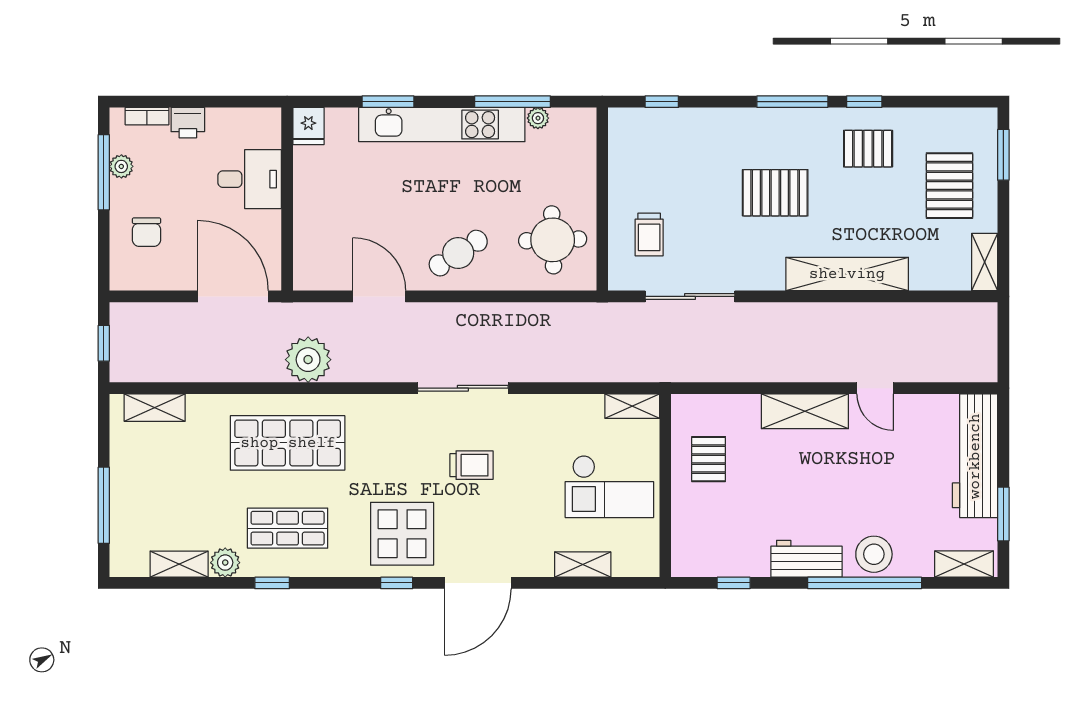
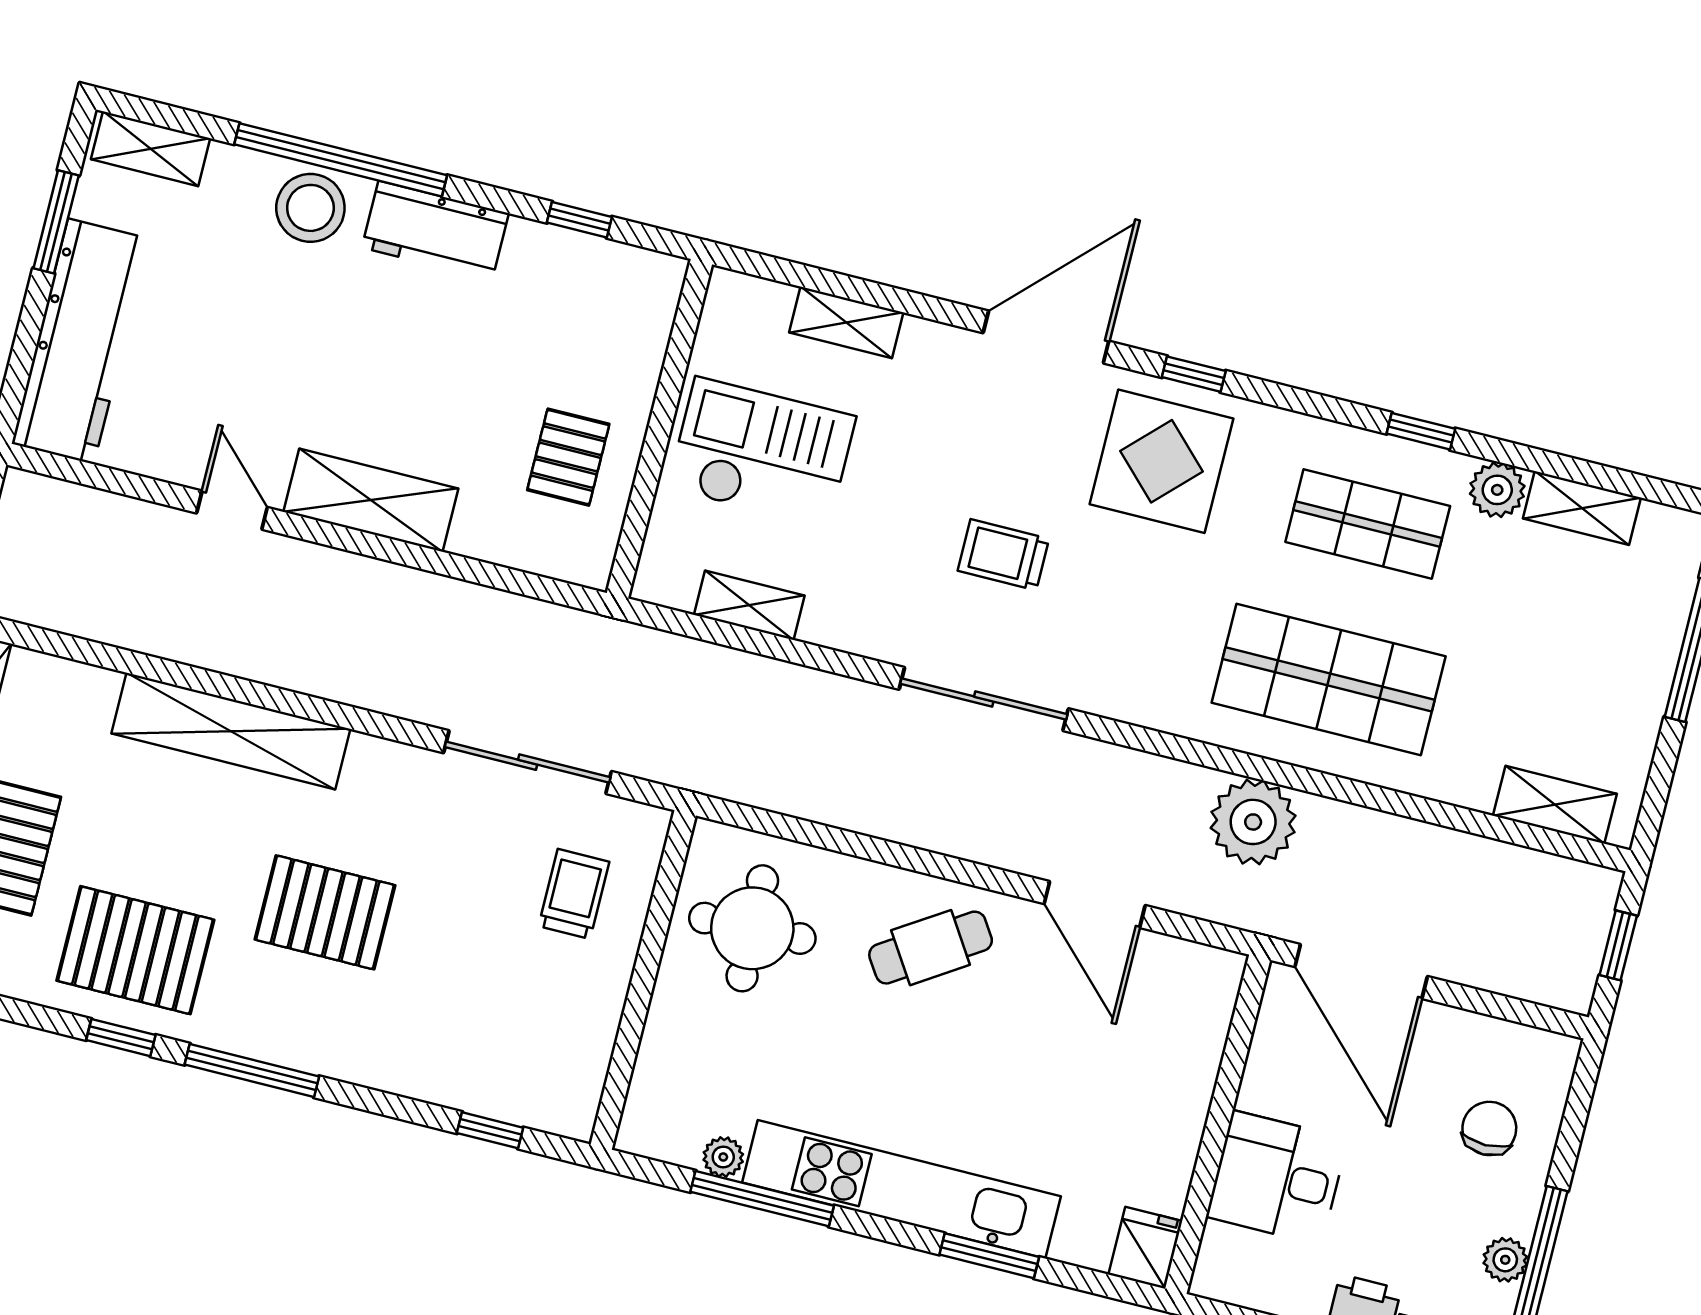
pallet: (868, 149) -> (135, 950), width x1.50, depth x1.42
shelving: (632, 406) -> (749, 605), moved

